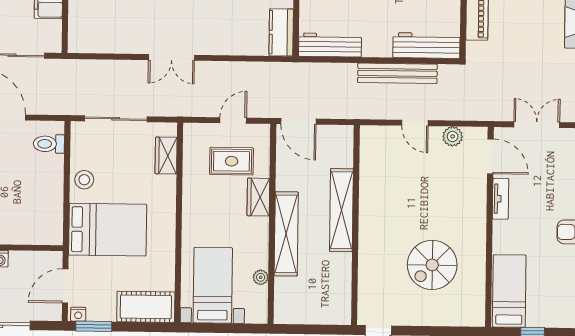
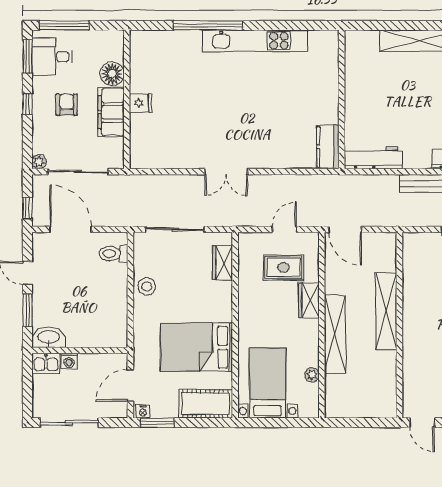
bed: (108, 230) -> (196, 347), moved, turned 180

